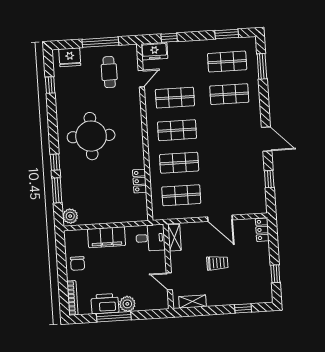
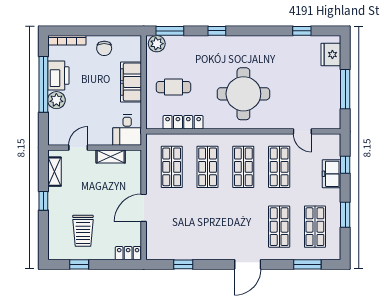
window: (227, 34) -> (345, 215), moved
freezer: (154, 51) -> (332, 174), moved
cafe table: (109, 72) -> (173, 87), moved
round table: (91, 136) -> (243, 94), moved
door: (267, 139) -> (248, 264), moved
locker: (140, 181) -> (183, 122), width x1.53
window: (57, 190) -> (170, 31), moved
shelving: (174, 238) -> (111, 156), moved
trolley: (217, 263) -> (83, 231), moved, width x1.36, depth x1.39
chair: (77, 264) -> (104, 48), turned -90
window: (243, 308) -> (43, 201), moved
window: (114, 317) -> (43, 84), width x1.46

